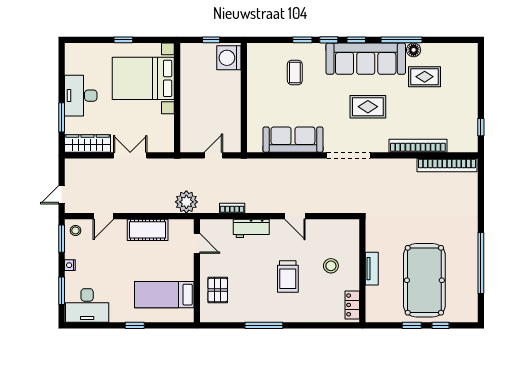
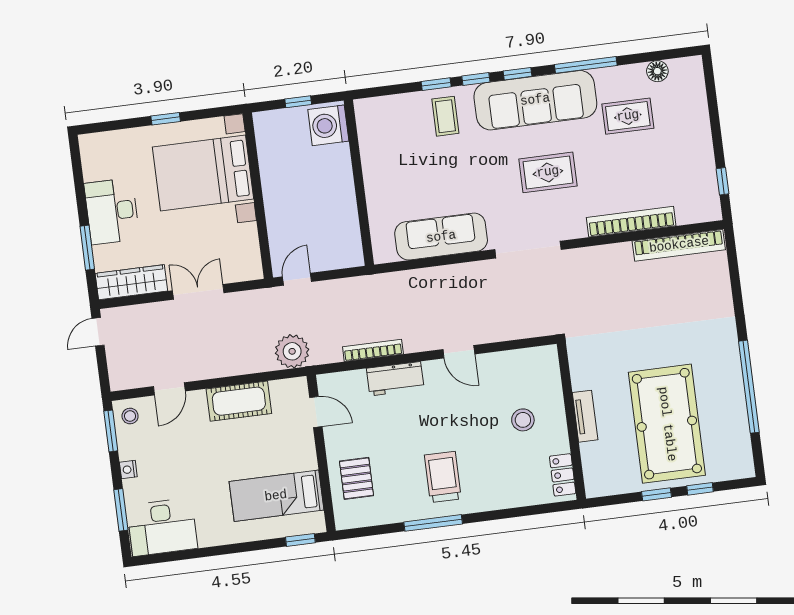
floor lamp: (414, 50) -> (657, 71), moved
coffee table: (295, 72) -> (445, 116), moved
door: (213, 155) -> (297, 279), moved
door: (62, 195) -> (98, 332), moved
bookcase: (232, 208) -> (373, 350), width x1.56
trolley: (288, 277) -> (443, 477), moved, turned 180
window: (135, 325) -> (300, 540), moved

